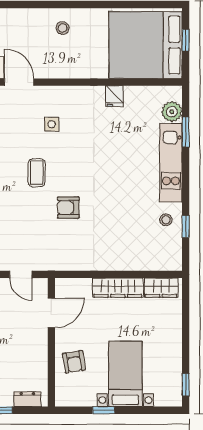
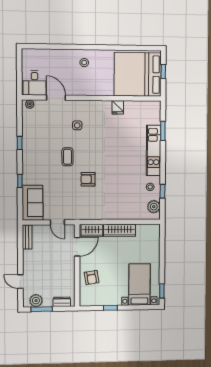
plant: (172, 112) -> (154, 207), moved
wardrobe: (161, 288) -> (92, 231), moved
bed with nightstands: (125, 374) -> (139, 284), moved

